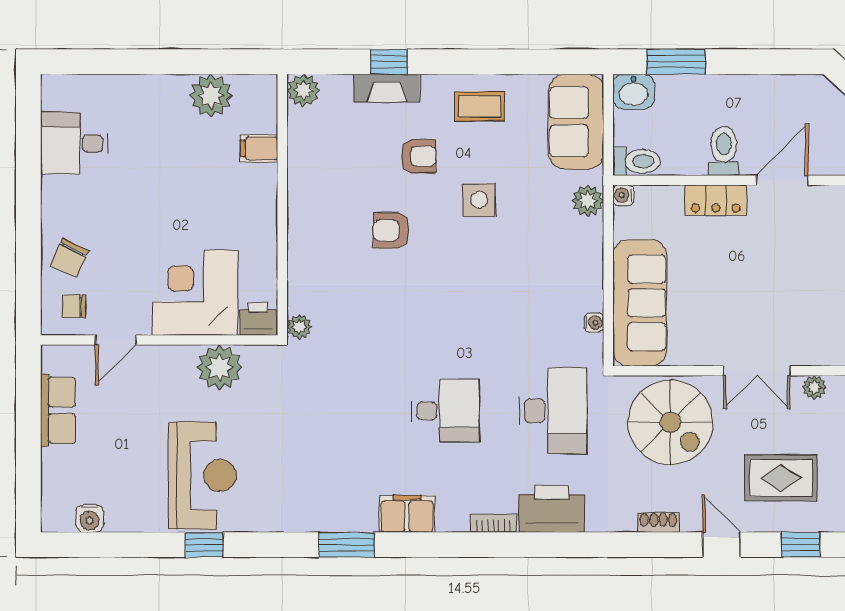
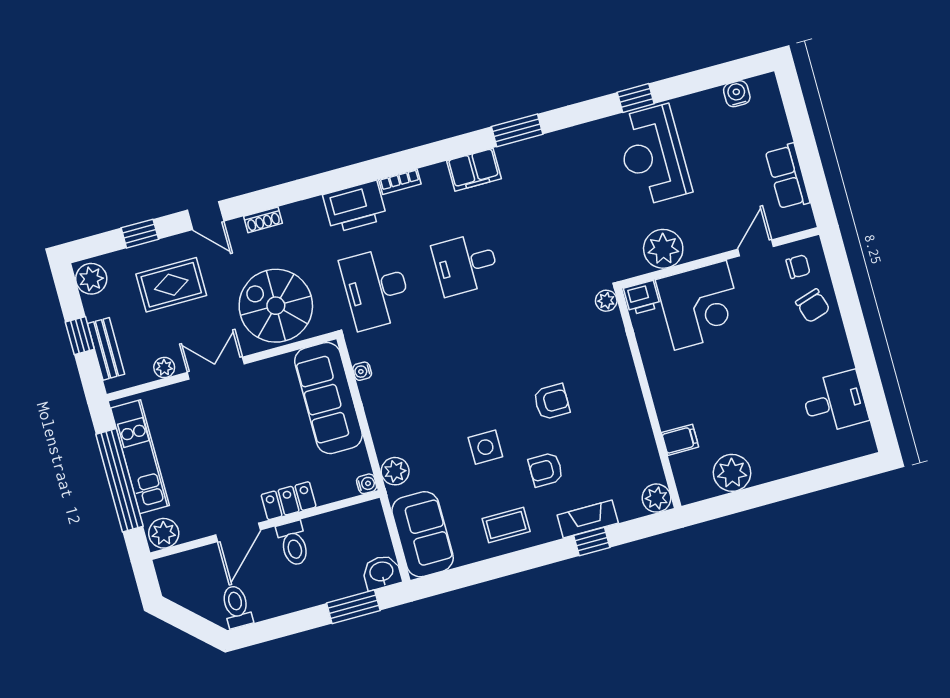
toilet: (637, 161) -> (236, 607), moved, turned 90
chair: (69, 258) -> (813, 306), turned 138

